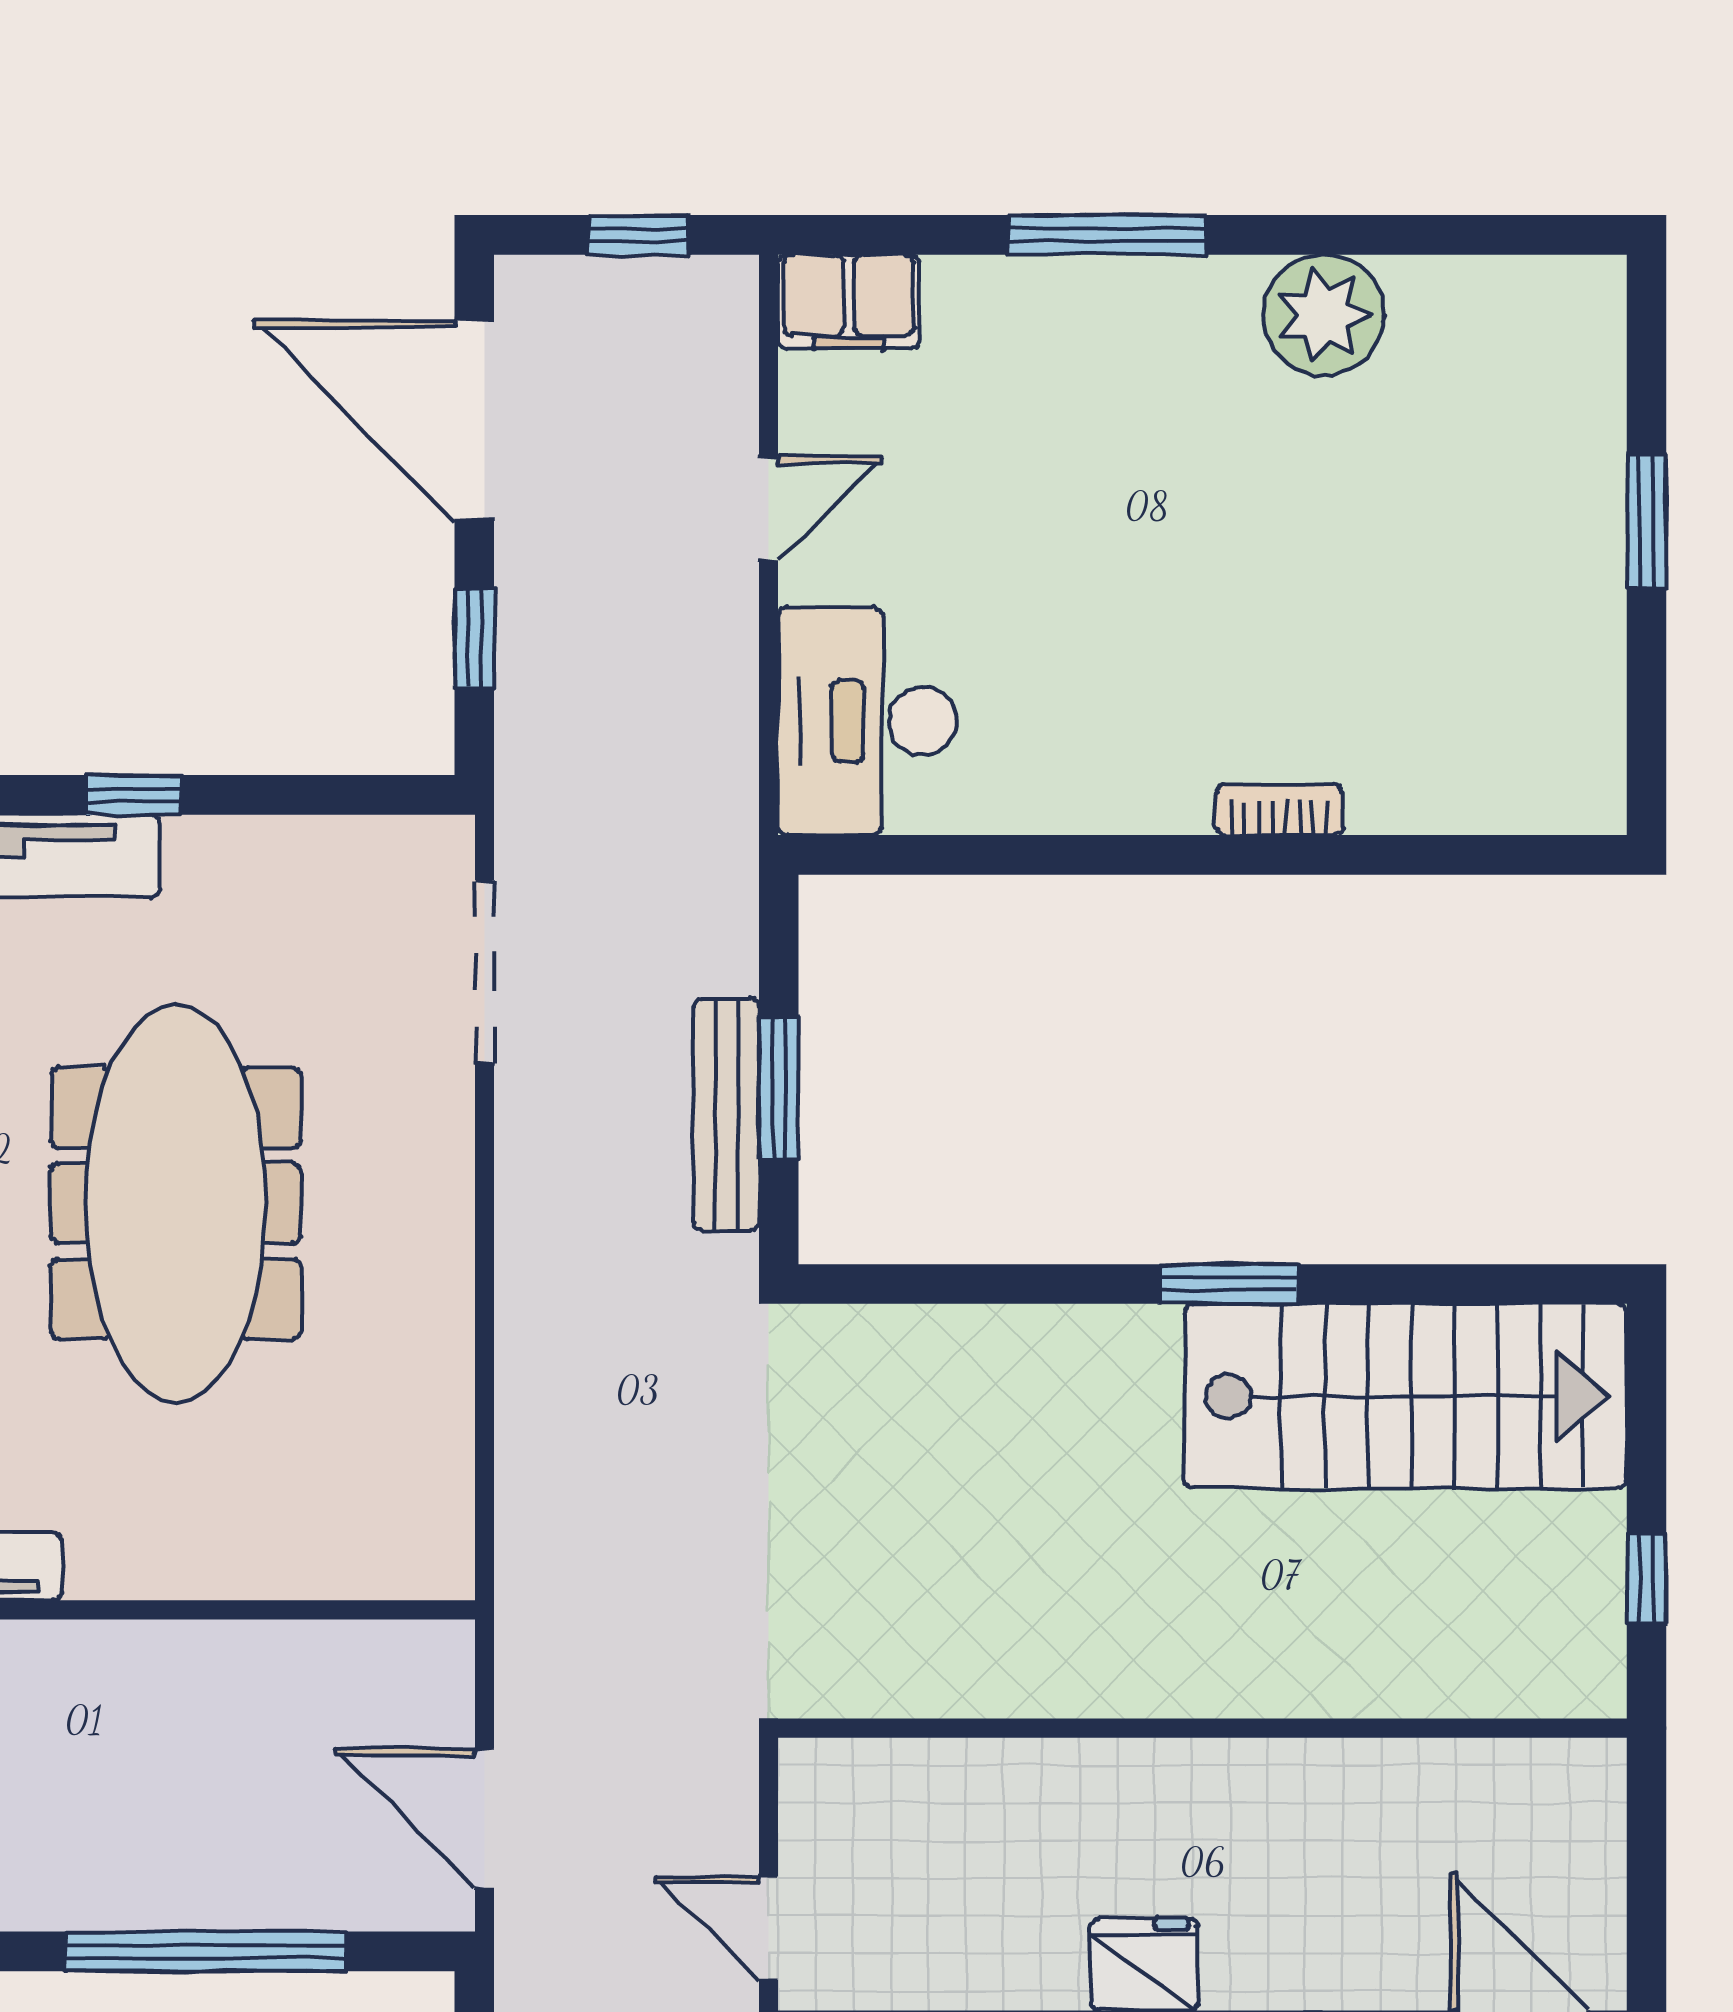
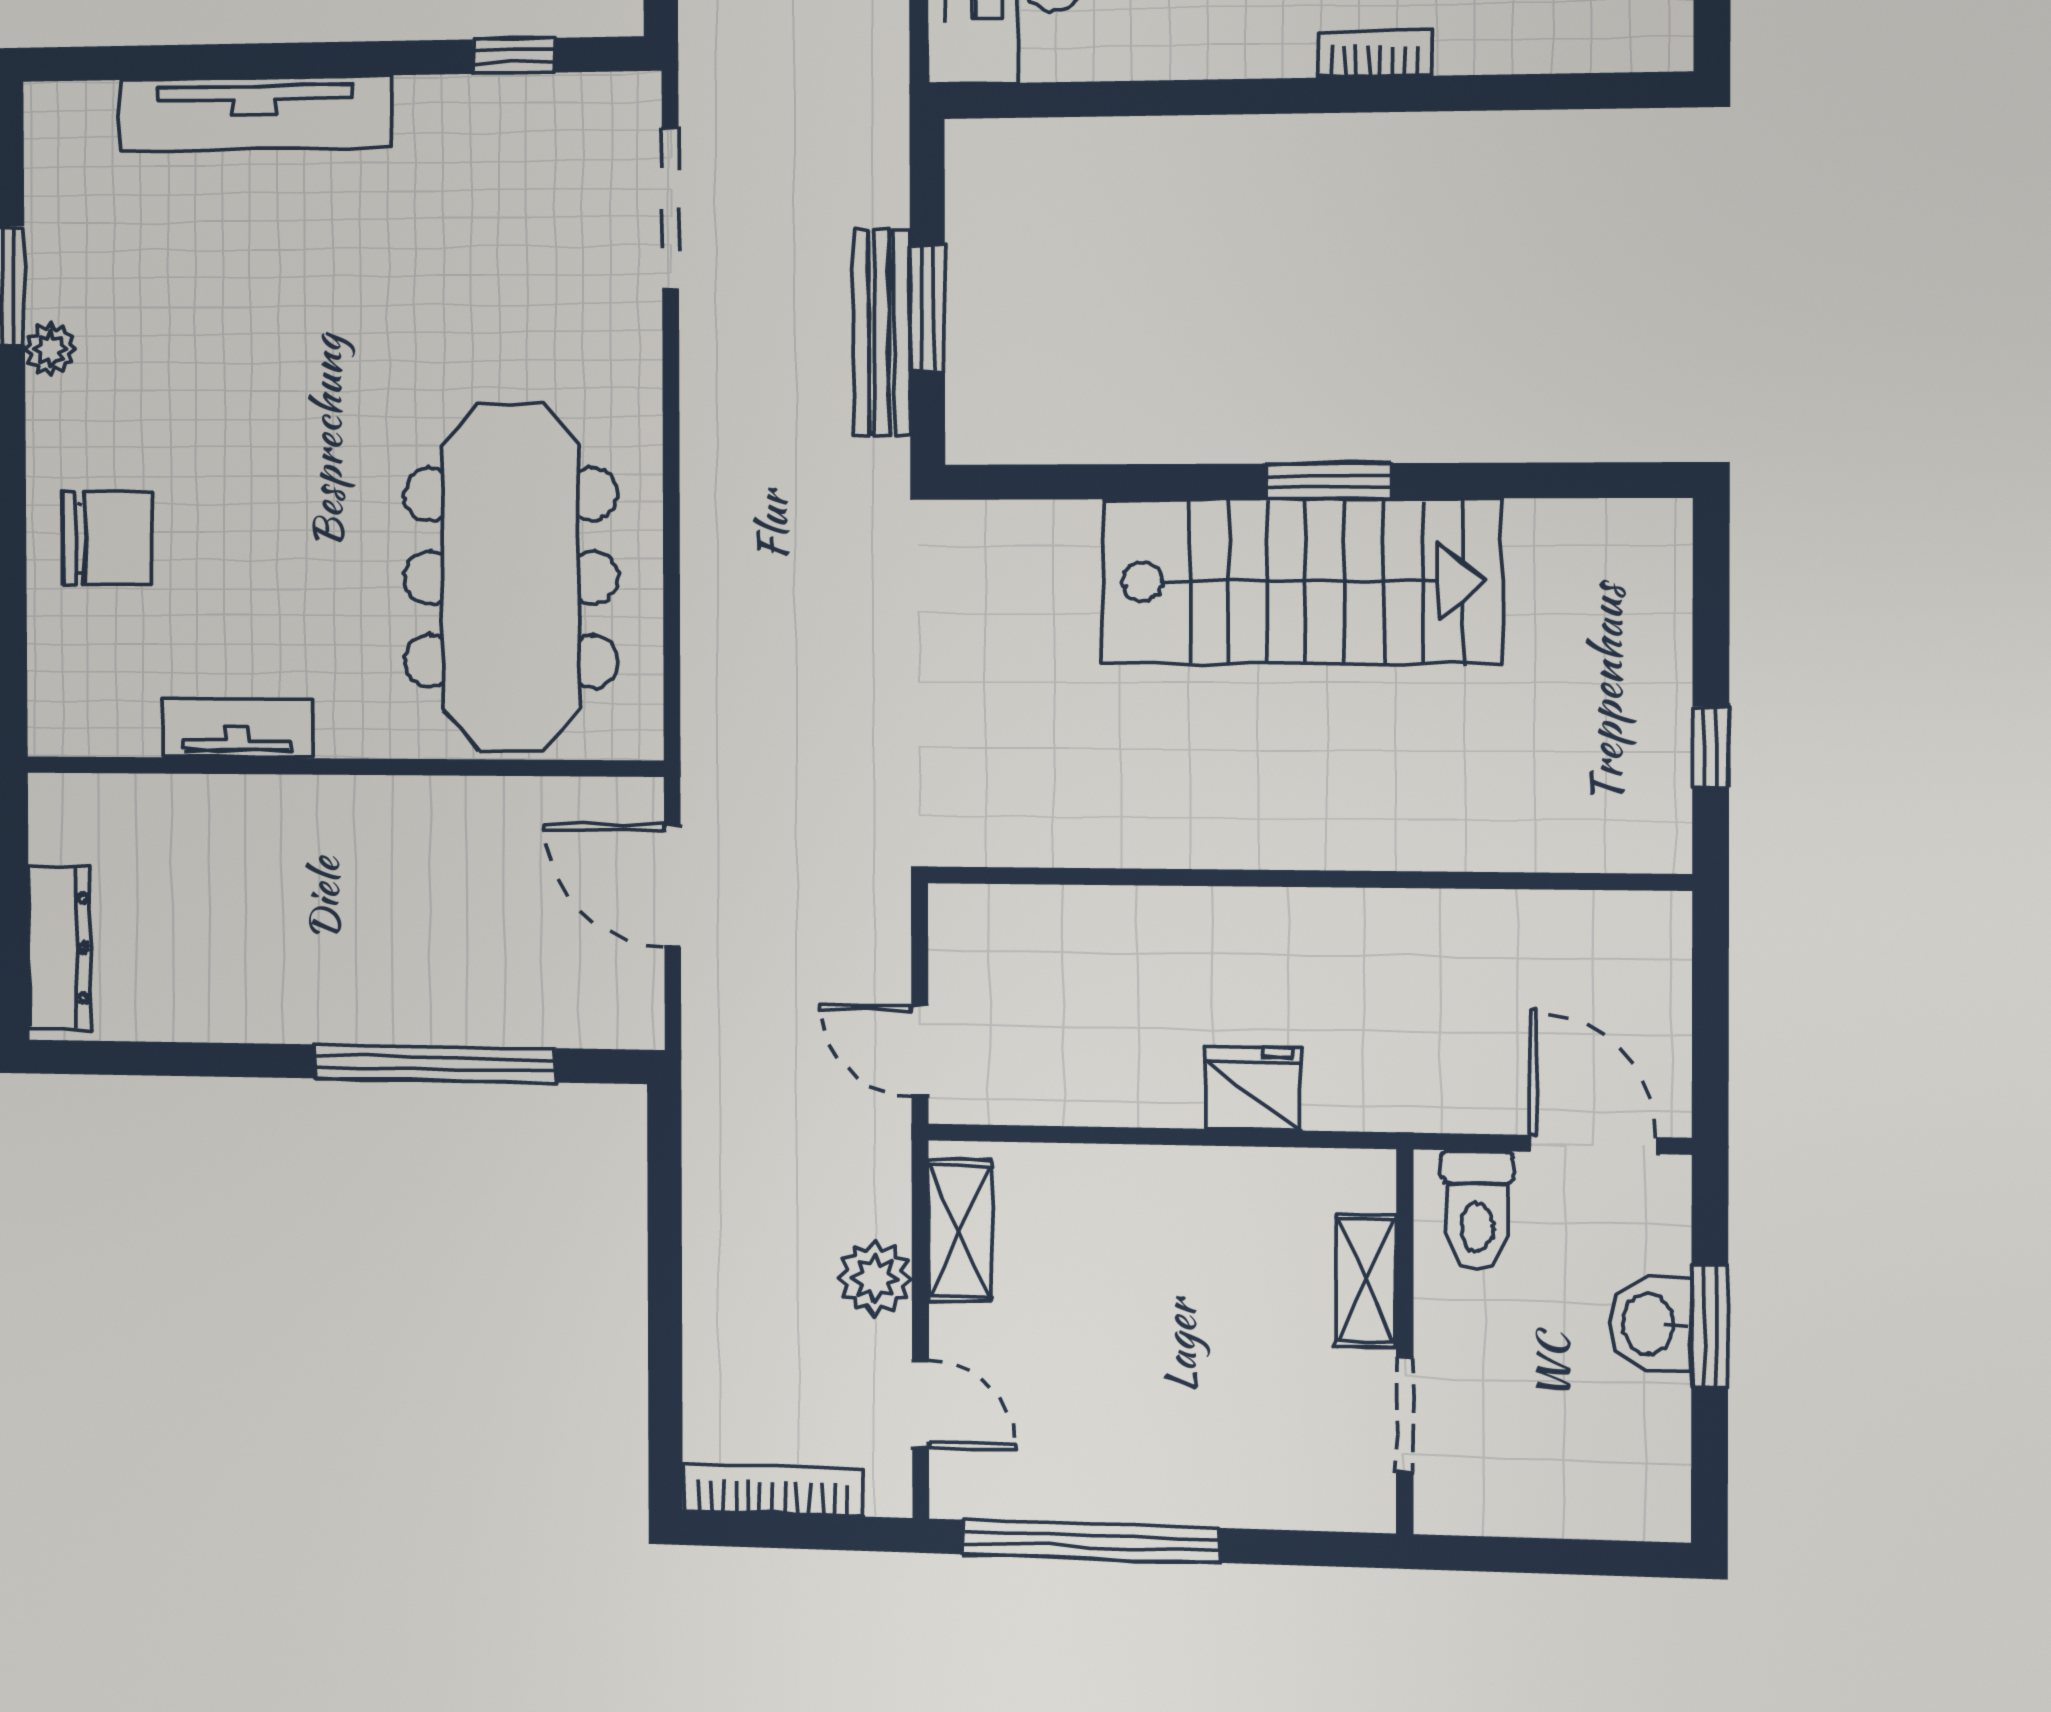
window: (134, 795) -> (514, 56), moved
meeting table: (176, 1203) -> (511, 578), moved
stairs: (1406, 1396) -> (1301, 581), moved
door: (485, 1818) -> (672, 886), moved

